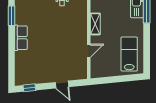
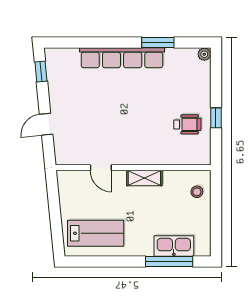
row of seats: (21, 38) -> (122, 58), width x2.02

